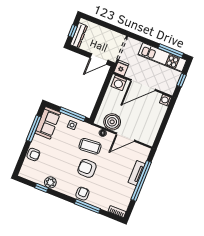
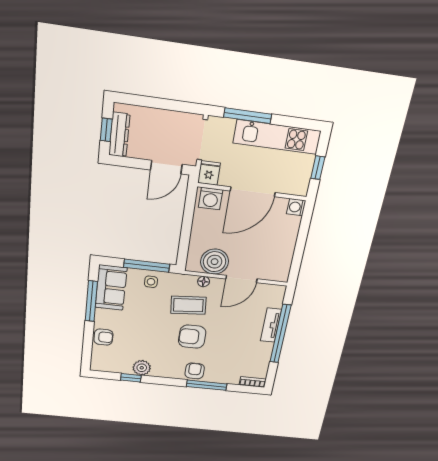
window: (171, 51) -> (248, 116), moved

